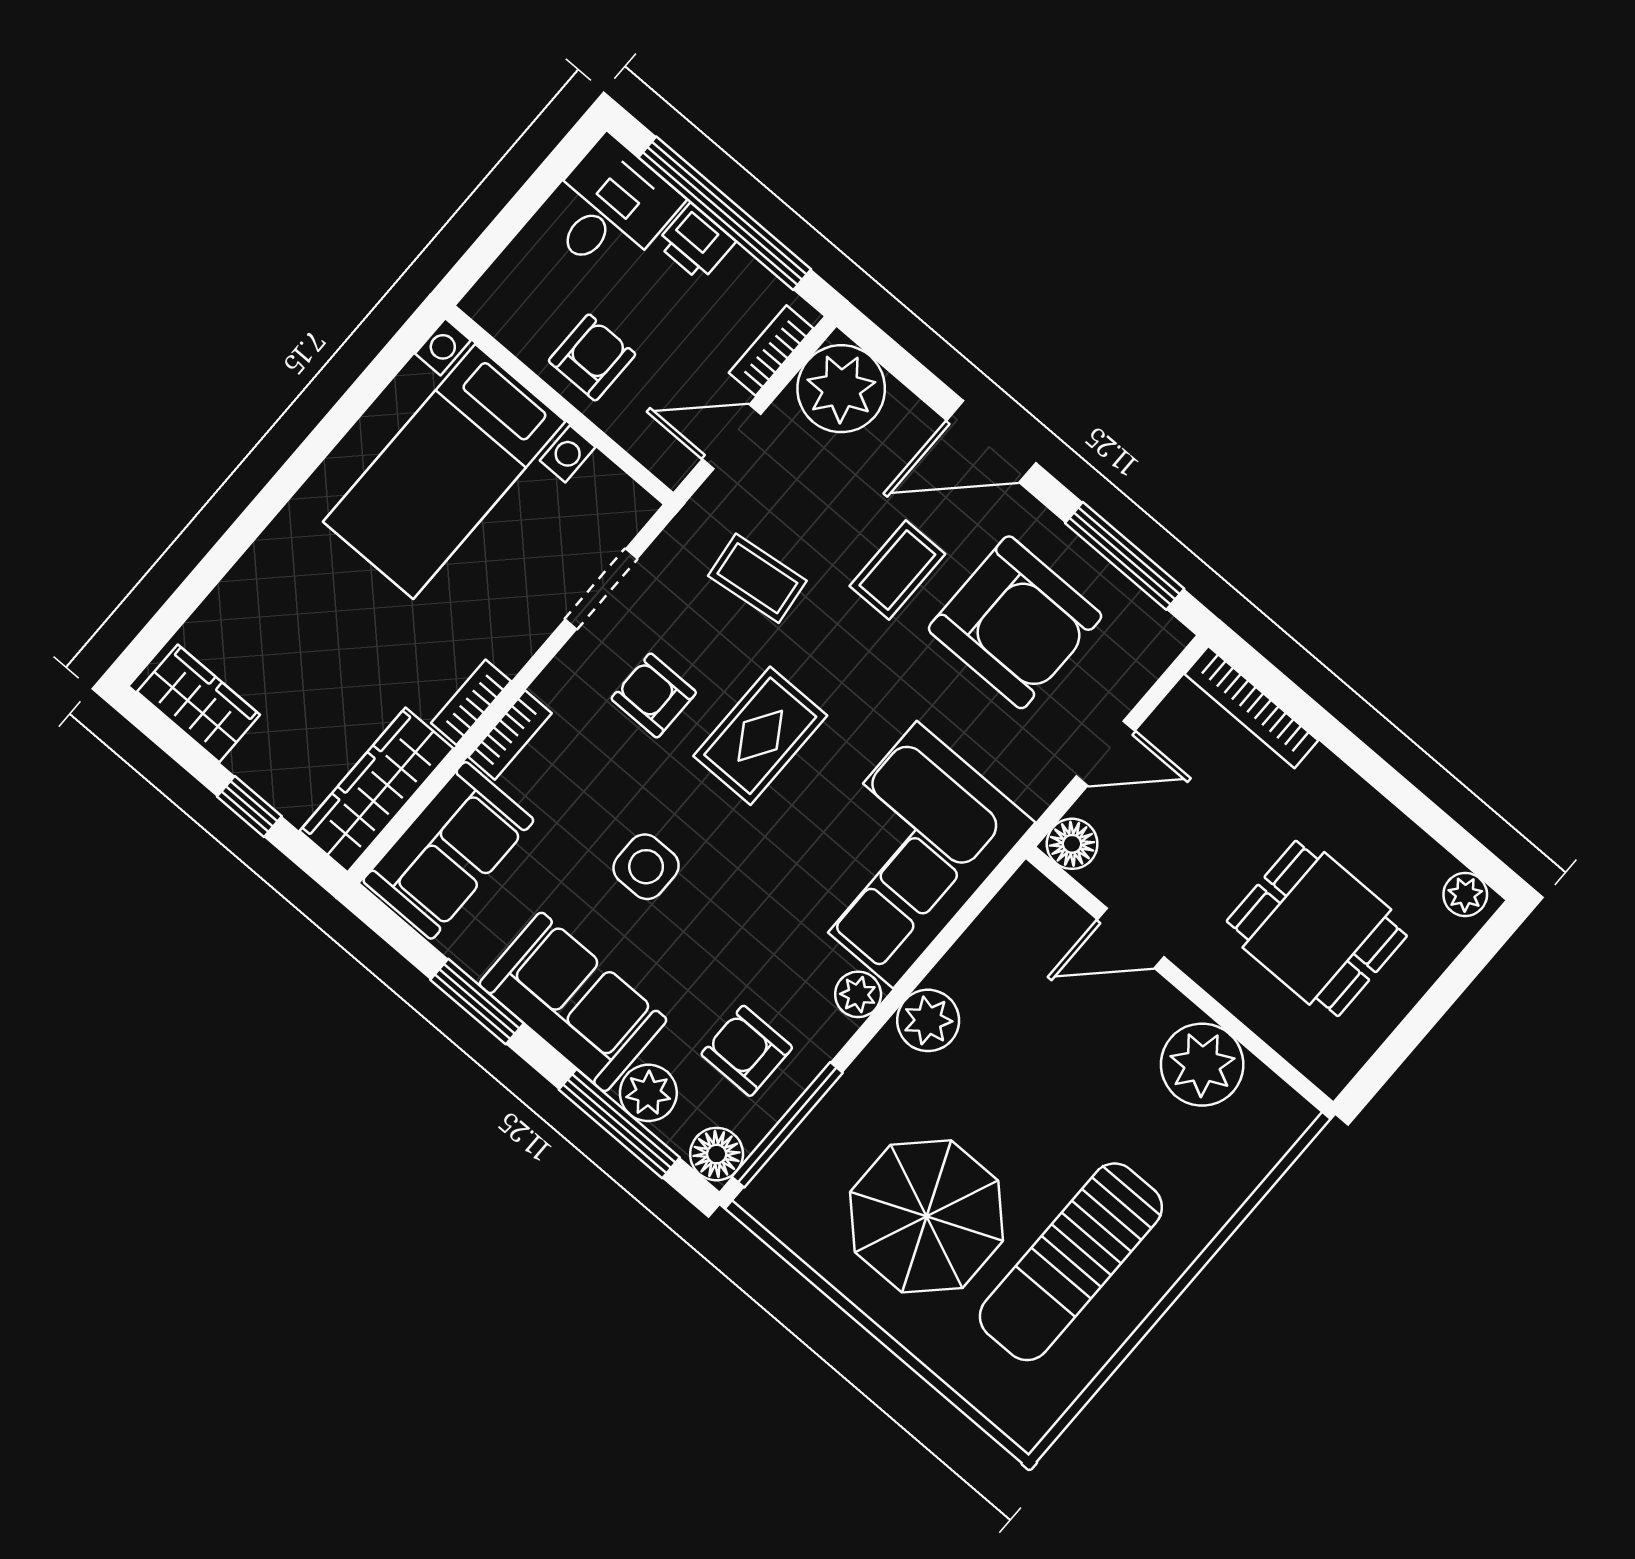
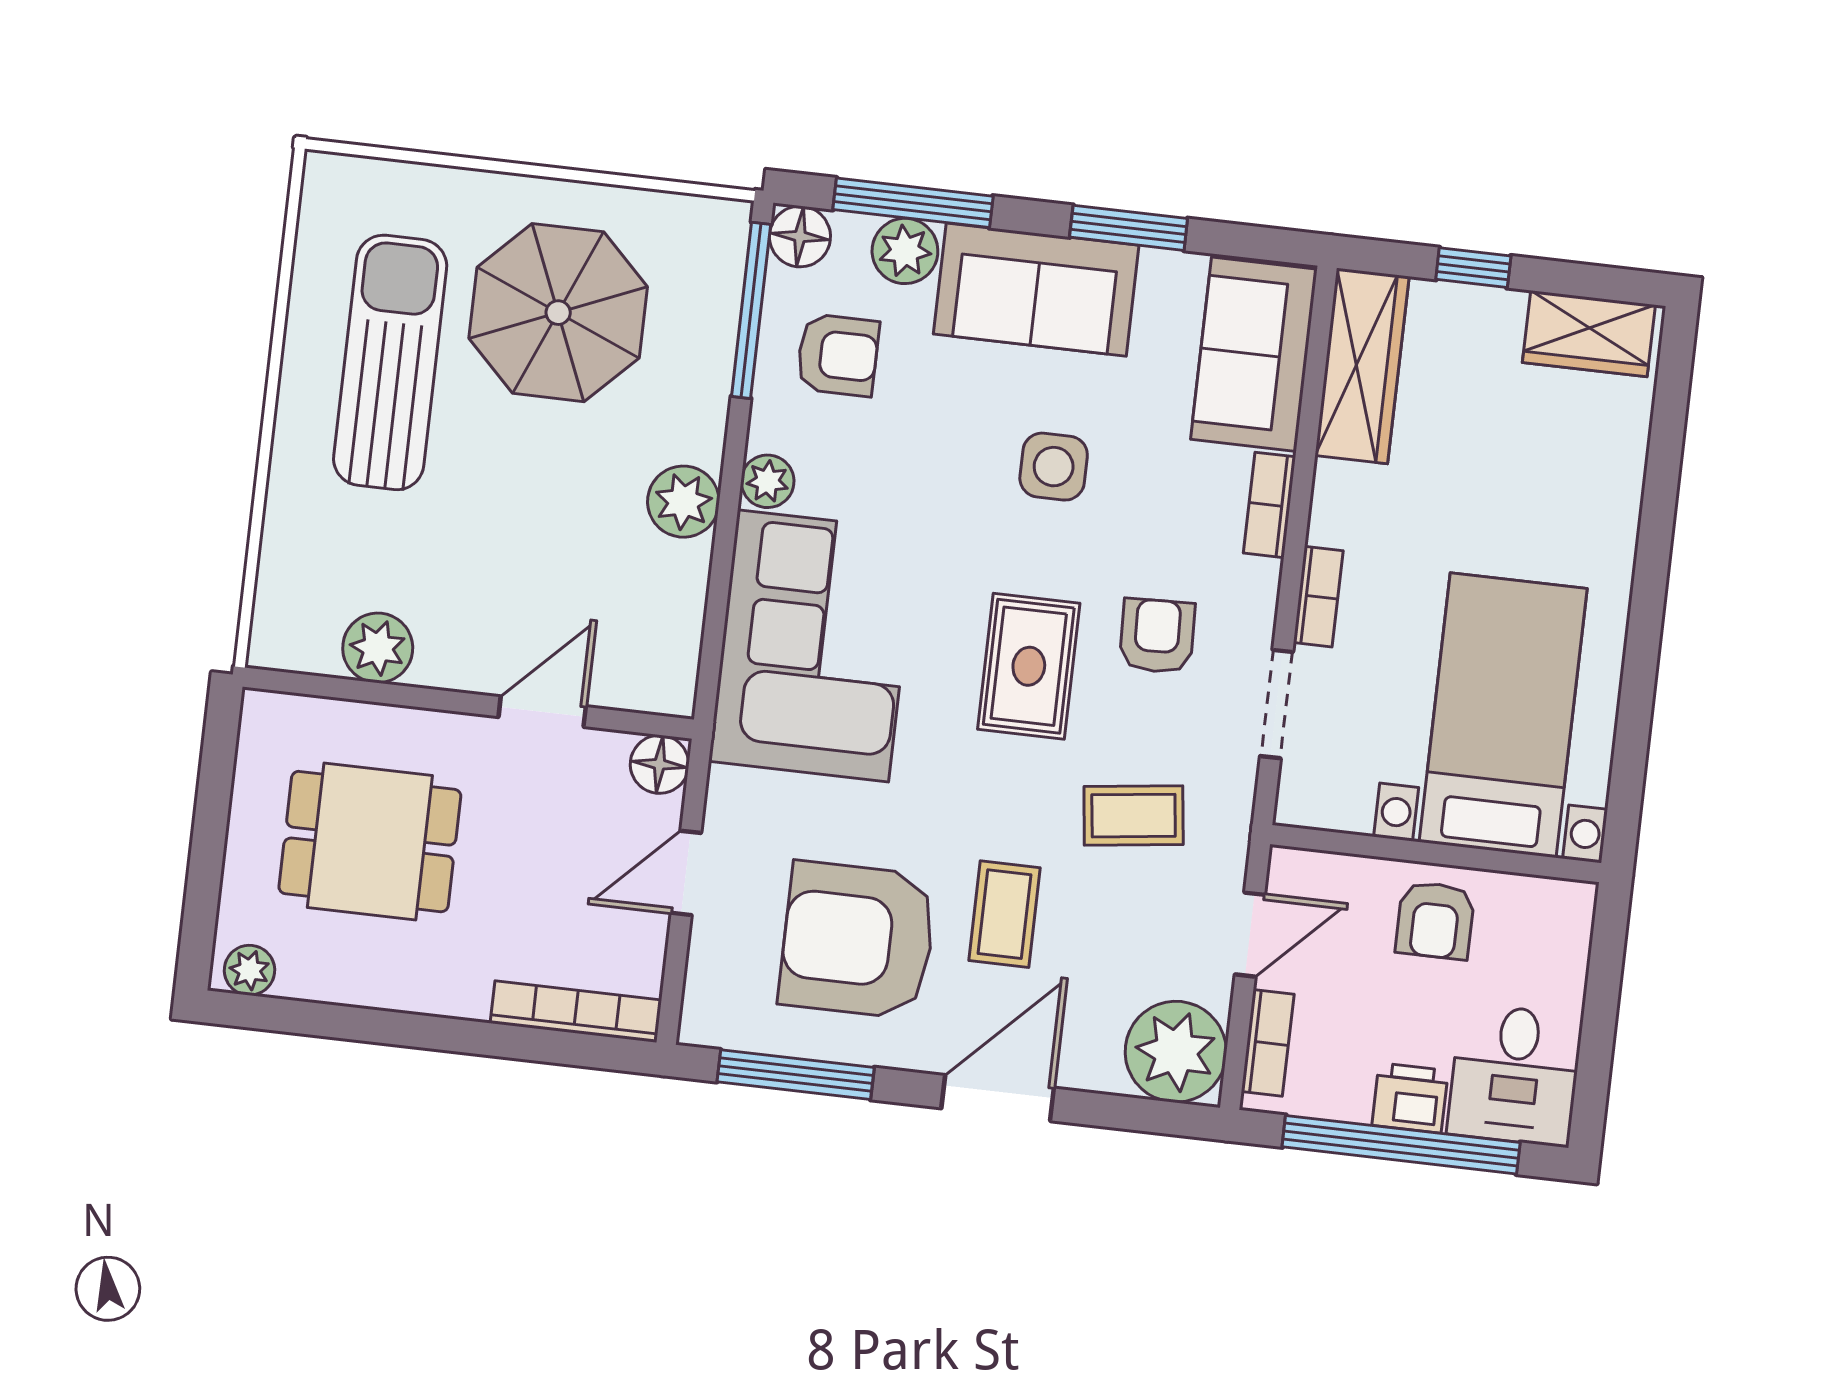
armchair: (654, 696) -> (1157, 636), turned -92
bookcase: (471, 702) -> (1318, 597), moved
plant: (1202, 1065) -> (378, 648), width x0.73, depth x0.73

